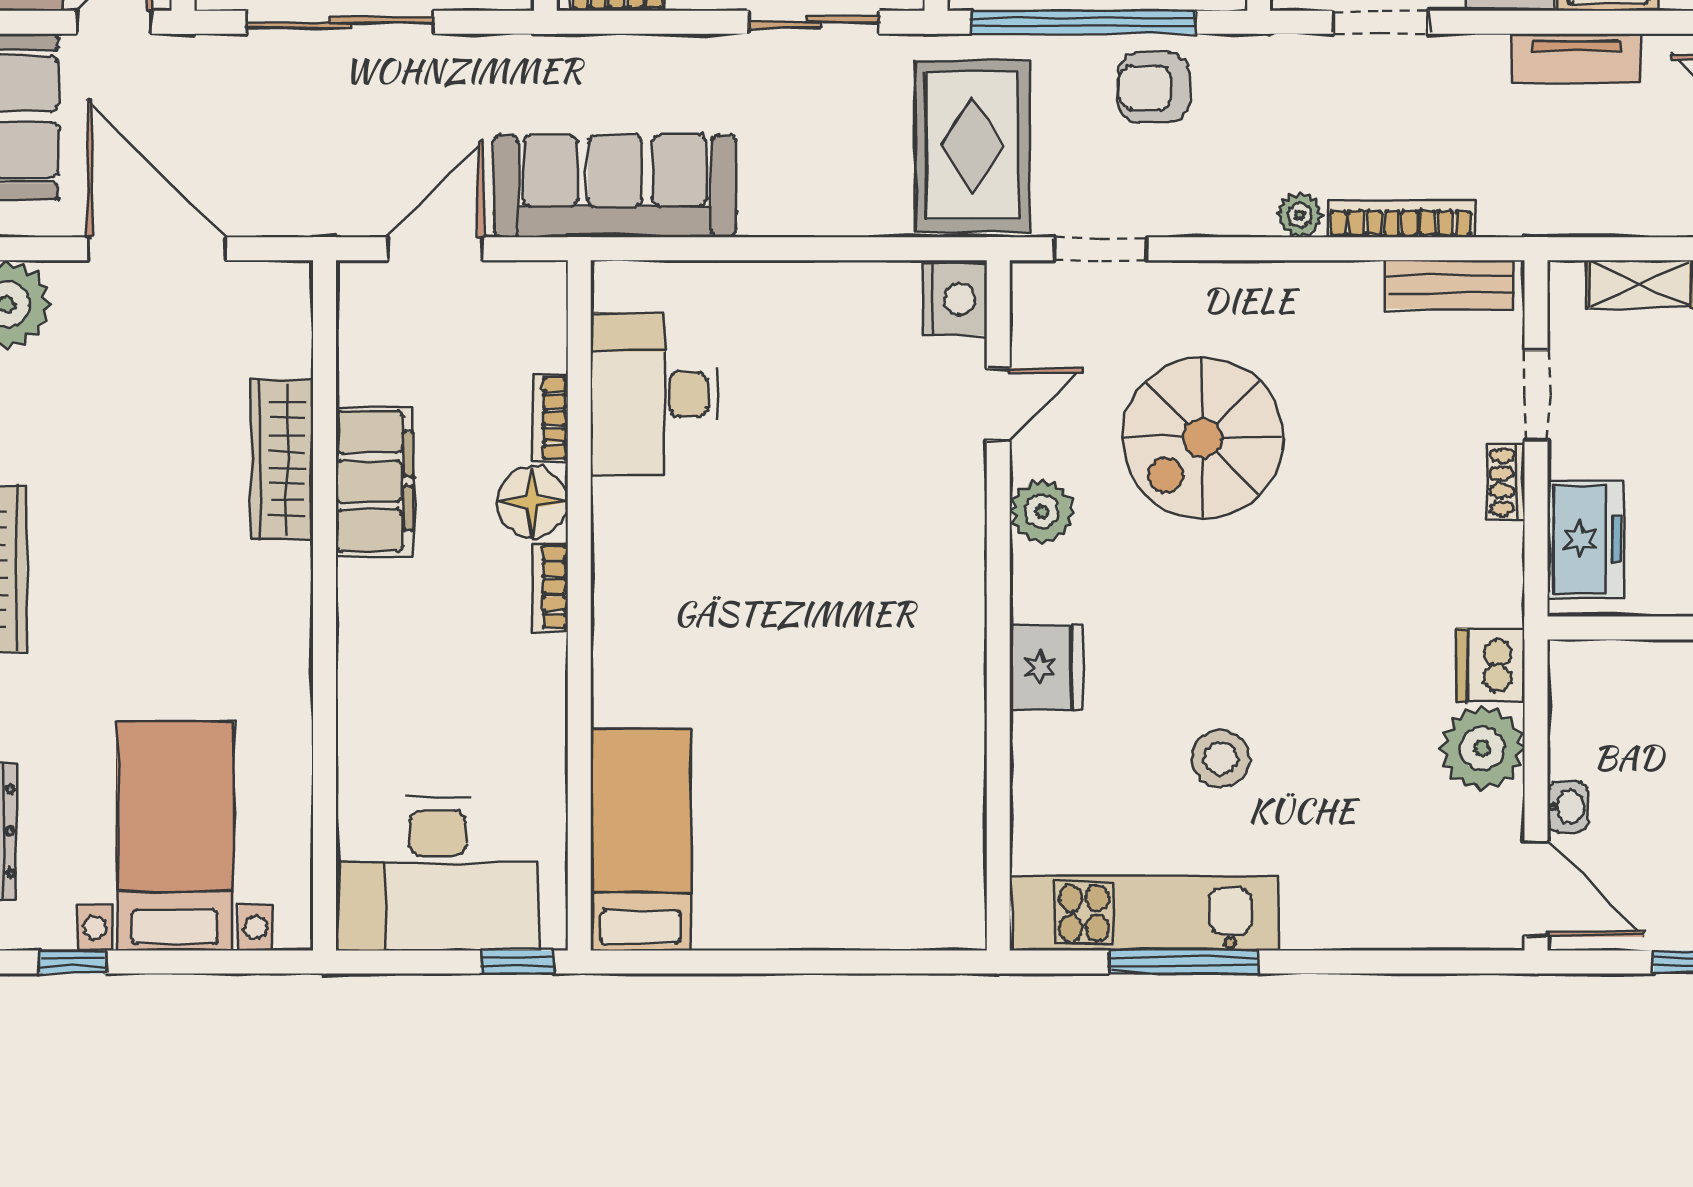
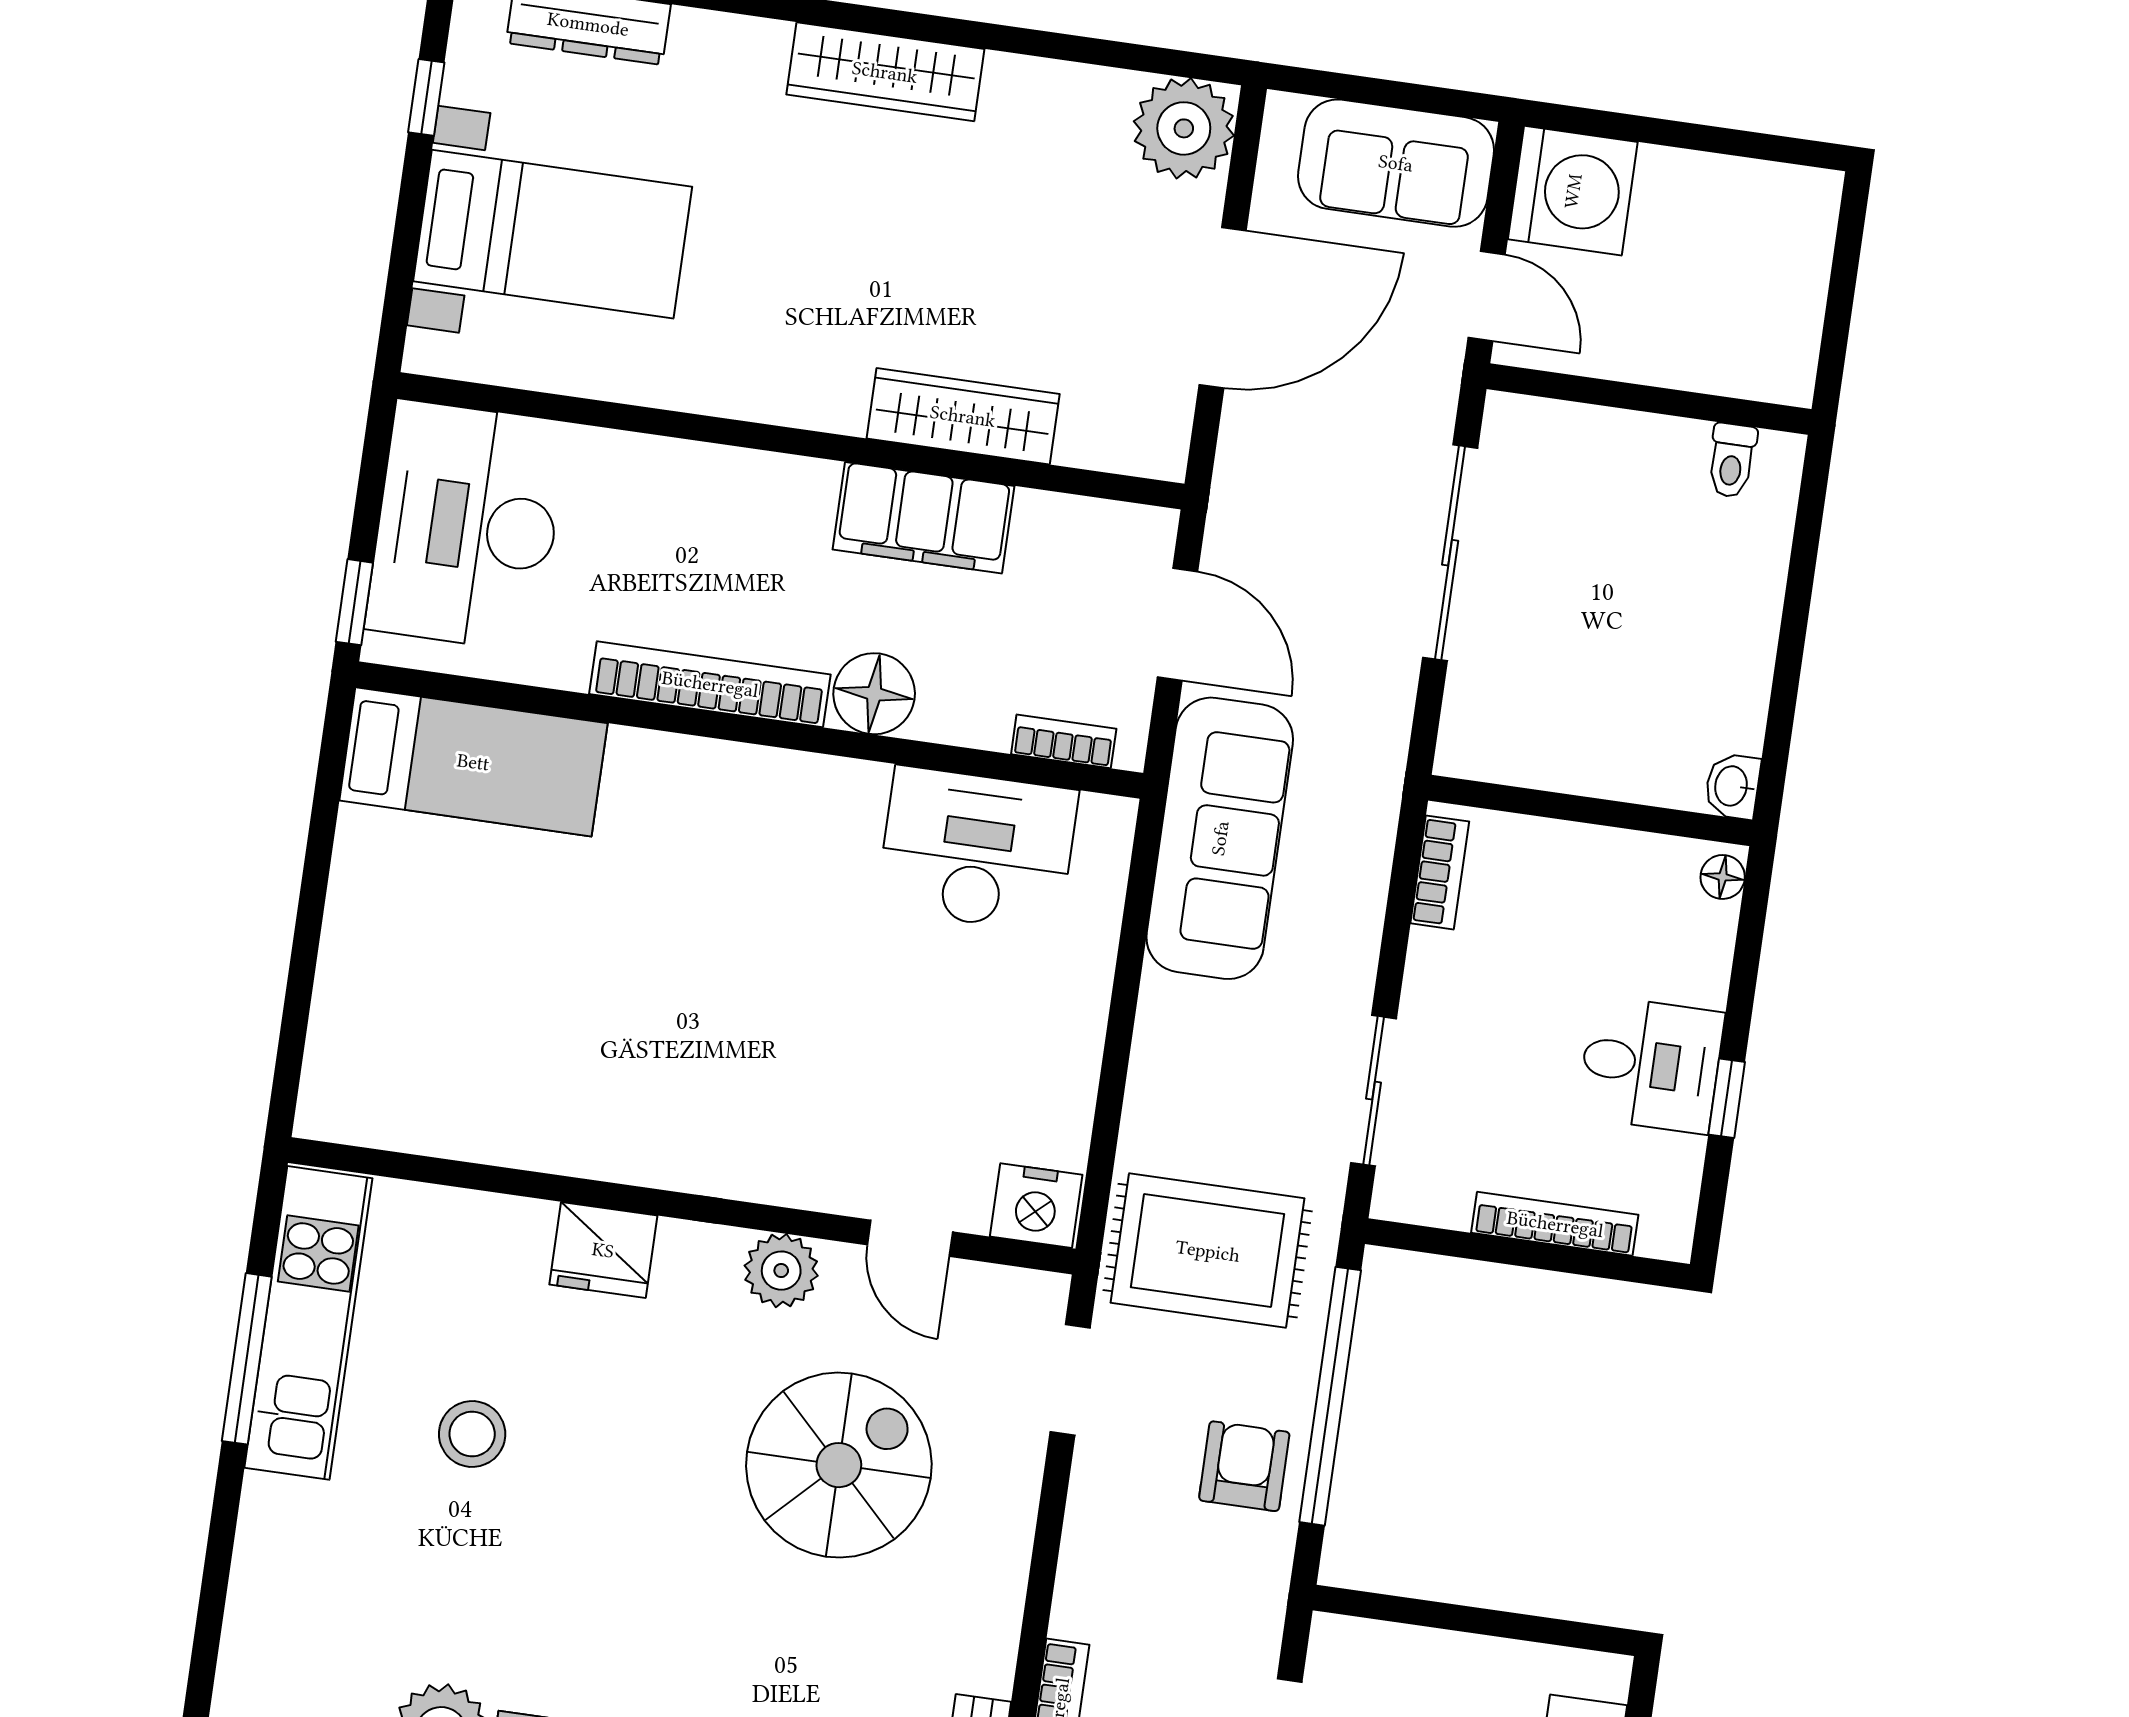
plant: (1300, 215) -> (1076, 1611), removed
bookcase: (550, 418) -> (1064, 741), moved
spiral stairs: (1203, 438) -> (839, 1465), turned 90
bookcase: (550, 587) -> (710, 684), width x2.31, depth x1.31

